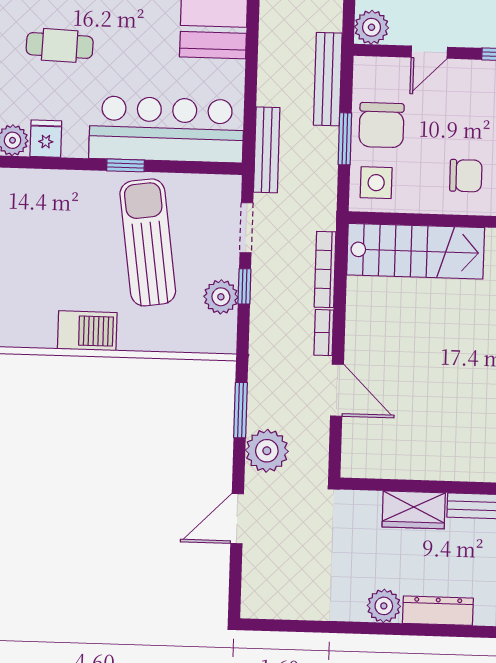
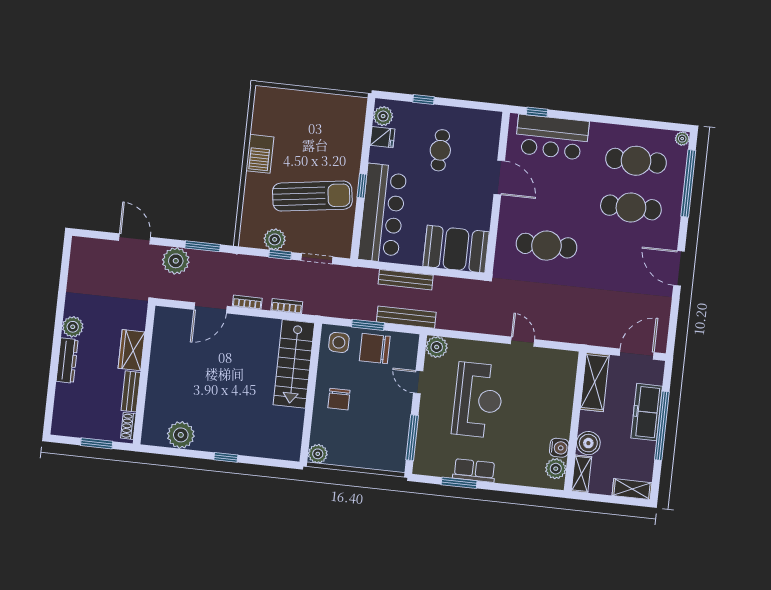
bench: (267, 150) -> (406, 280), moved
bookcase: (325, 269) -> (287, 306), width x0.64

